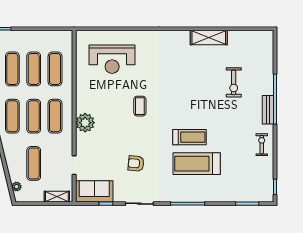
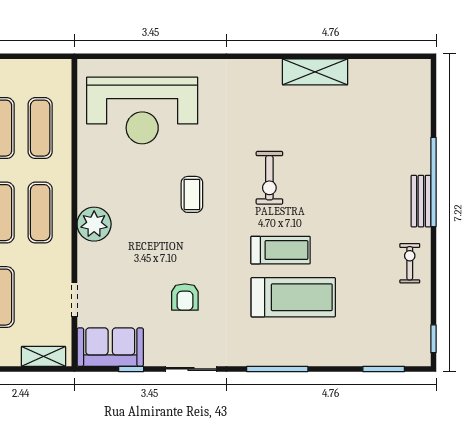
reception desk: (112, 59) -> (142, 111), width x1.36, depth x1.30
exercise bike: (234, 82) -> (269, 178), moved
armchair: (136, 163) -> (185, 297), turned -95
treadmill: (197, 164) -> (293, 297), turned 180

